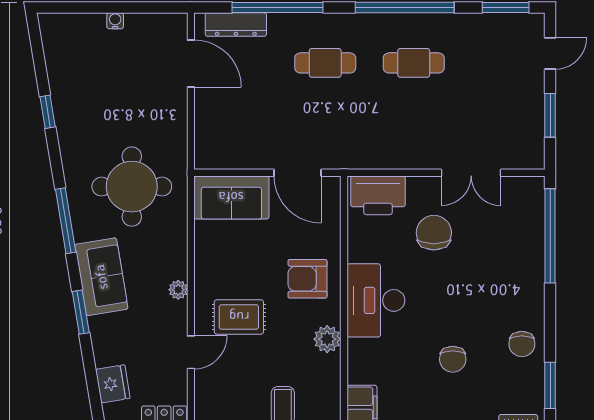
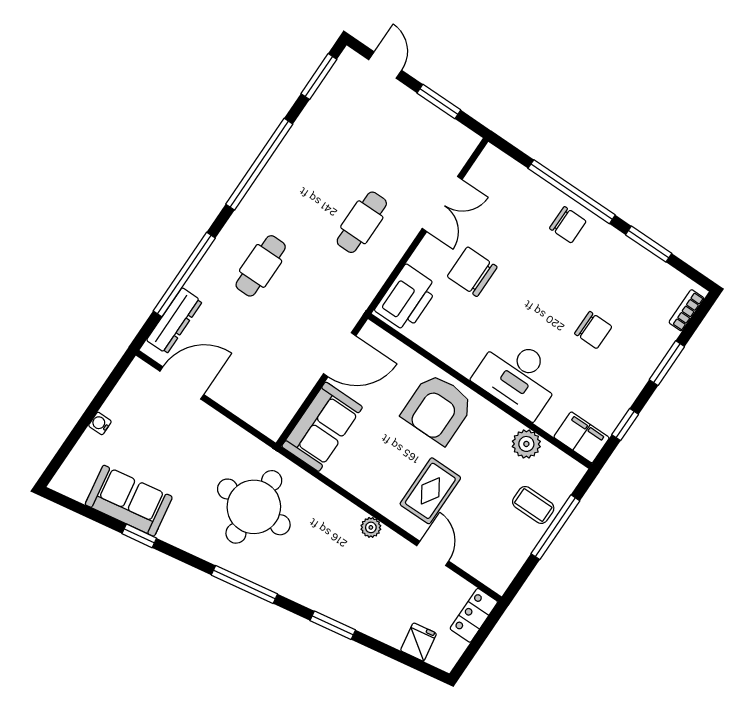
cafe table: (414, 63) -> (362, 222), moved
window: (550, 236) -> (572, 192), moved
sofa: (101, 277) -> (129, 501), moved
armchair: (307, 279) -> (438, 409), width x1.36, depth x1.36
desk: (376, 300) -> (518, 377), moved
plant: (327, 339) -> (526, 444), moved
chair: (522, 344) -> (568, 225), moved
fridge: (113, 384) -> (419, 642), width x0.72
window: (550, 385) -> (649, 244), moved

